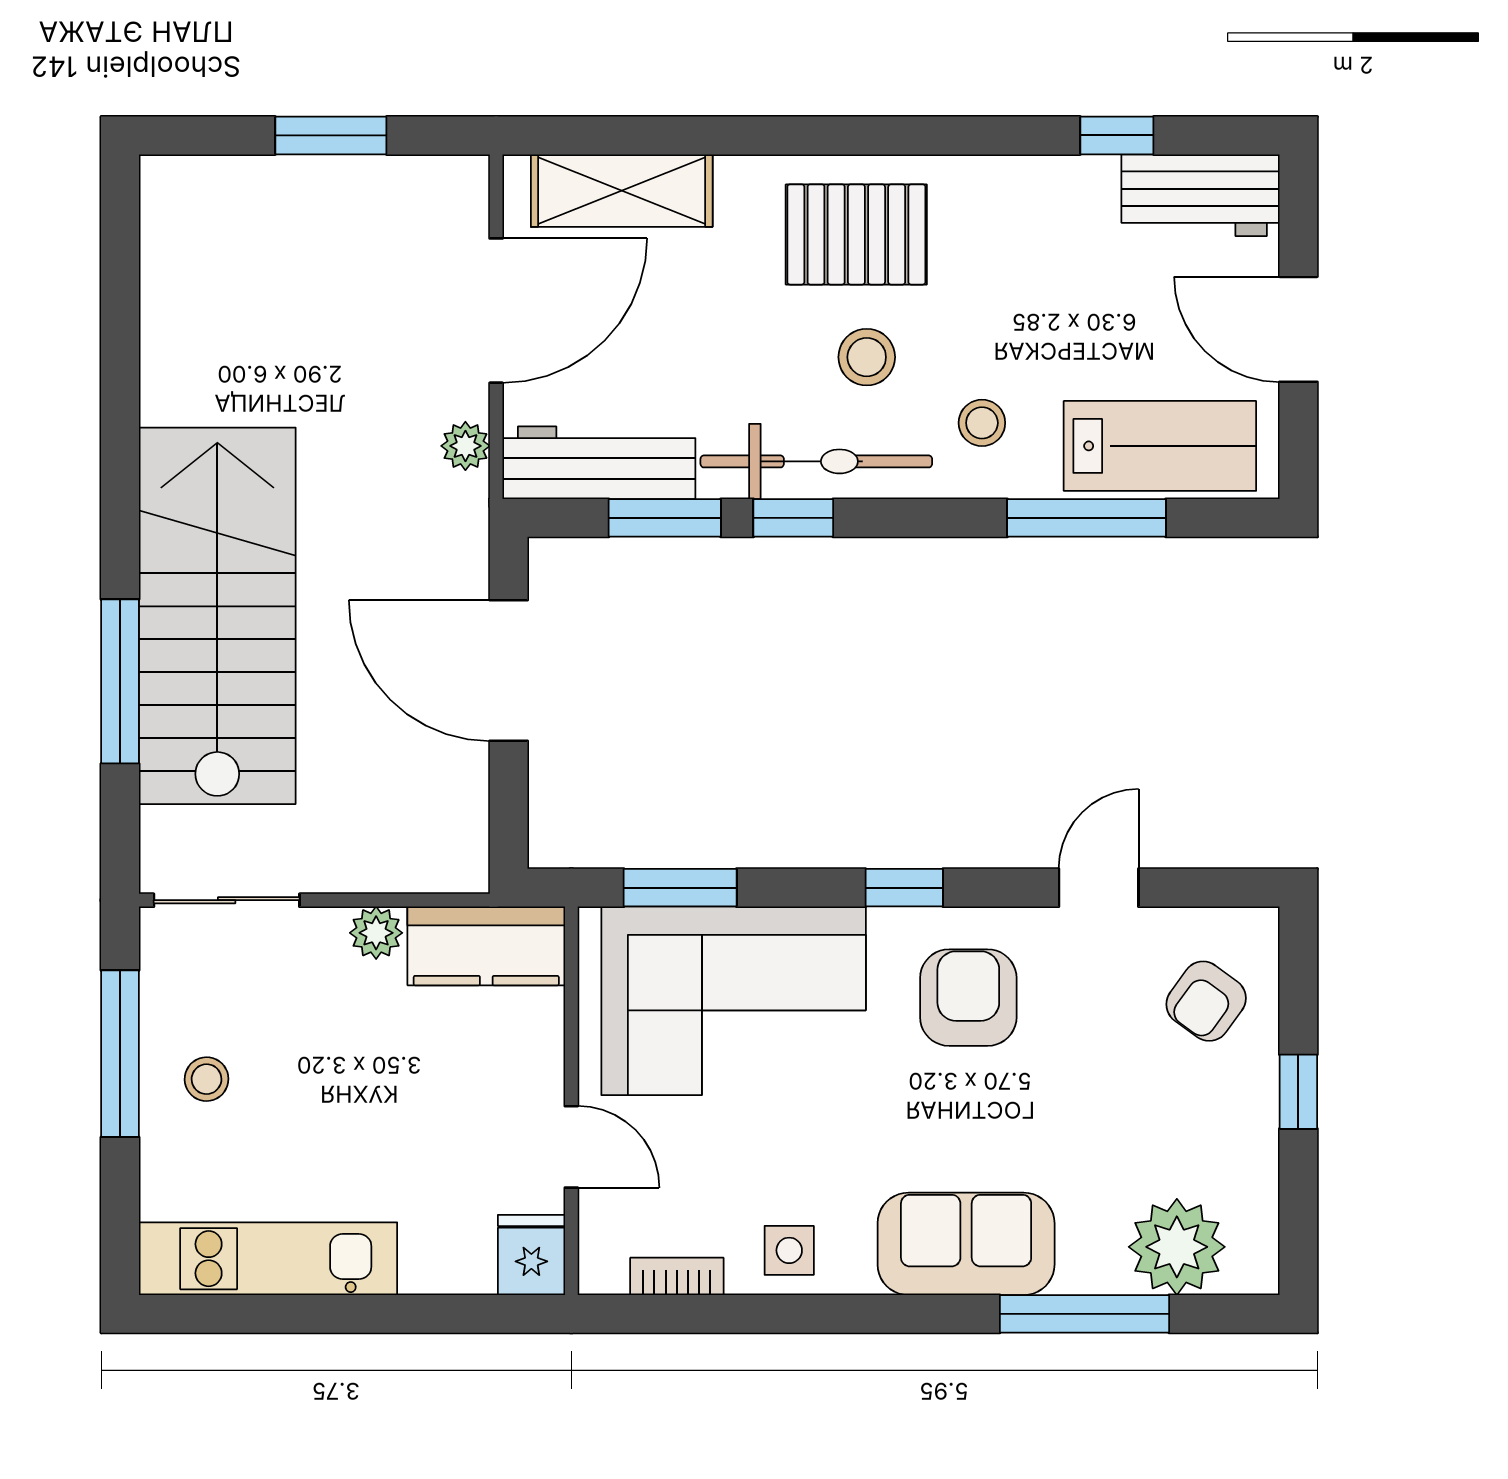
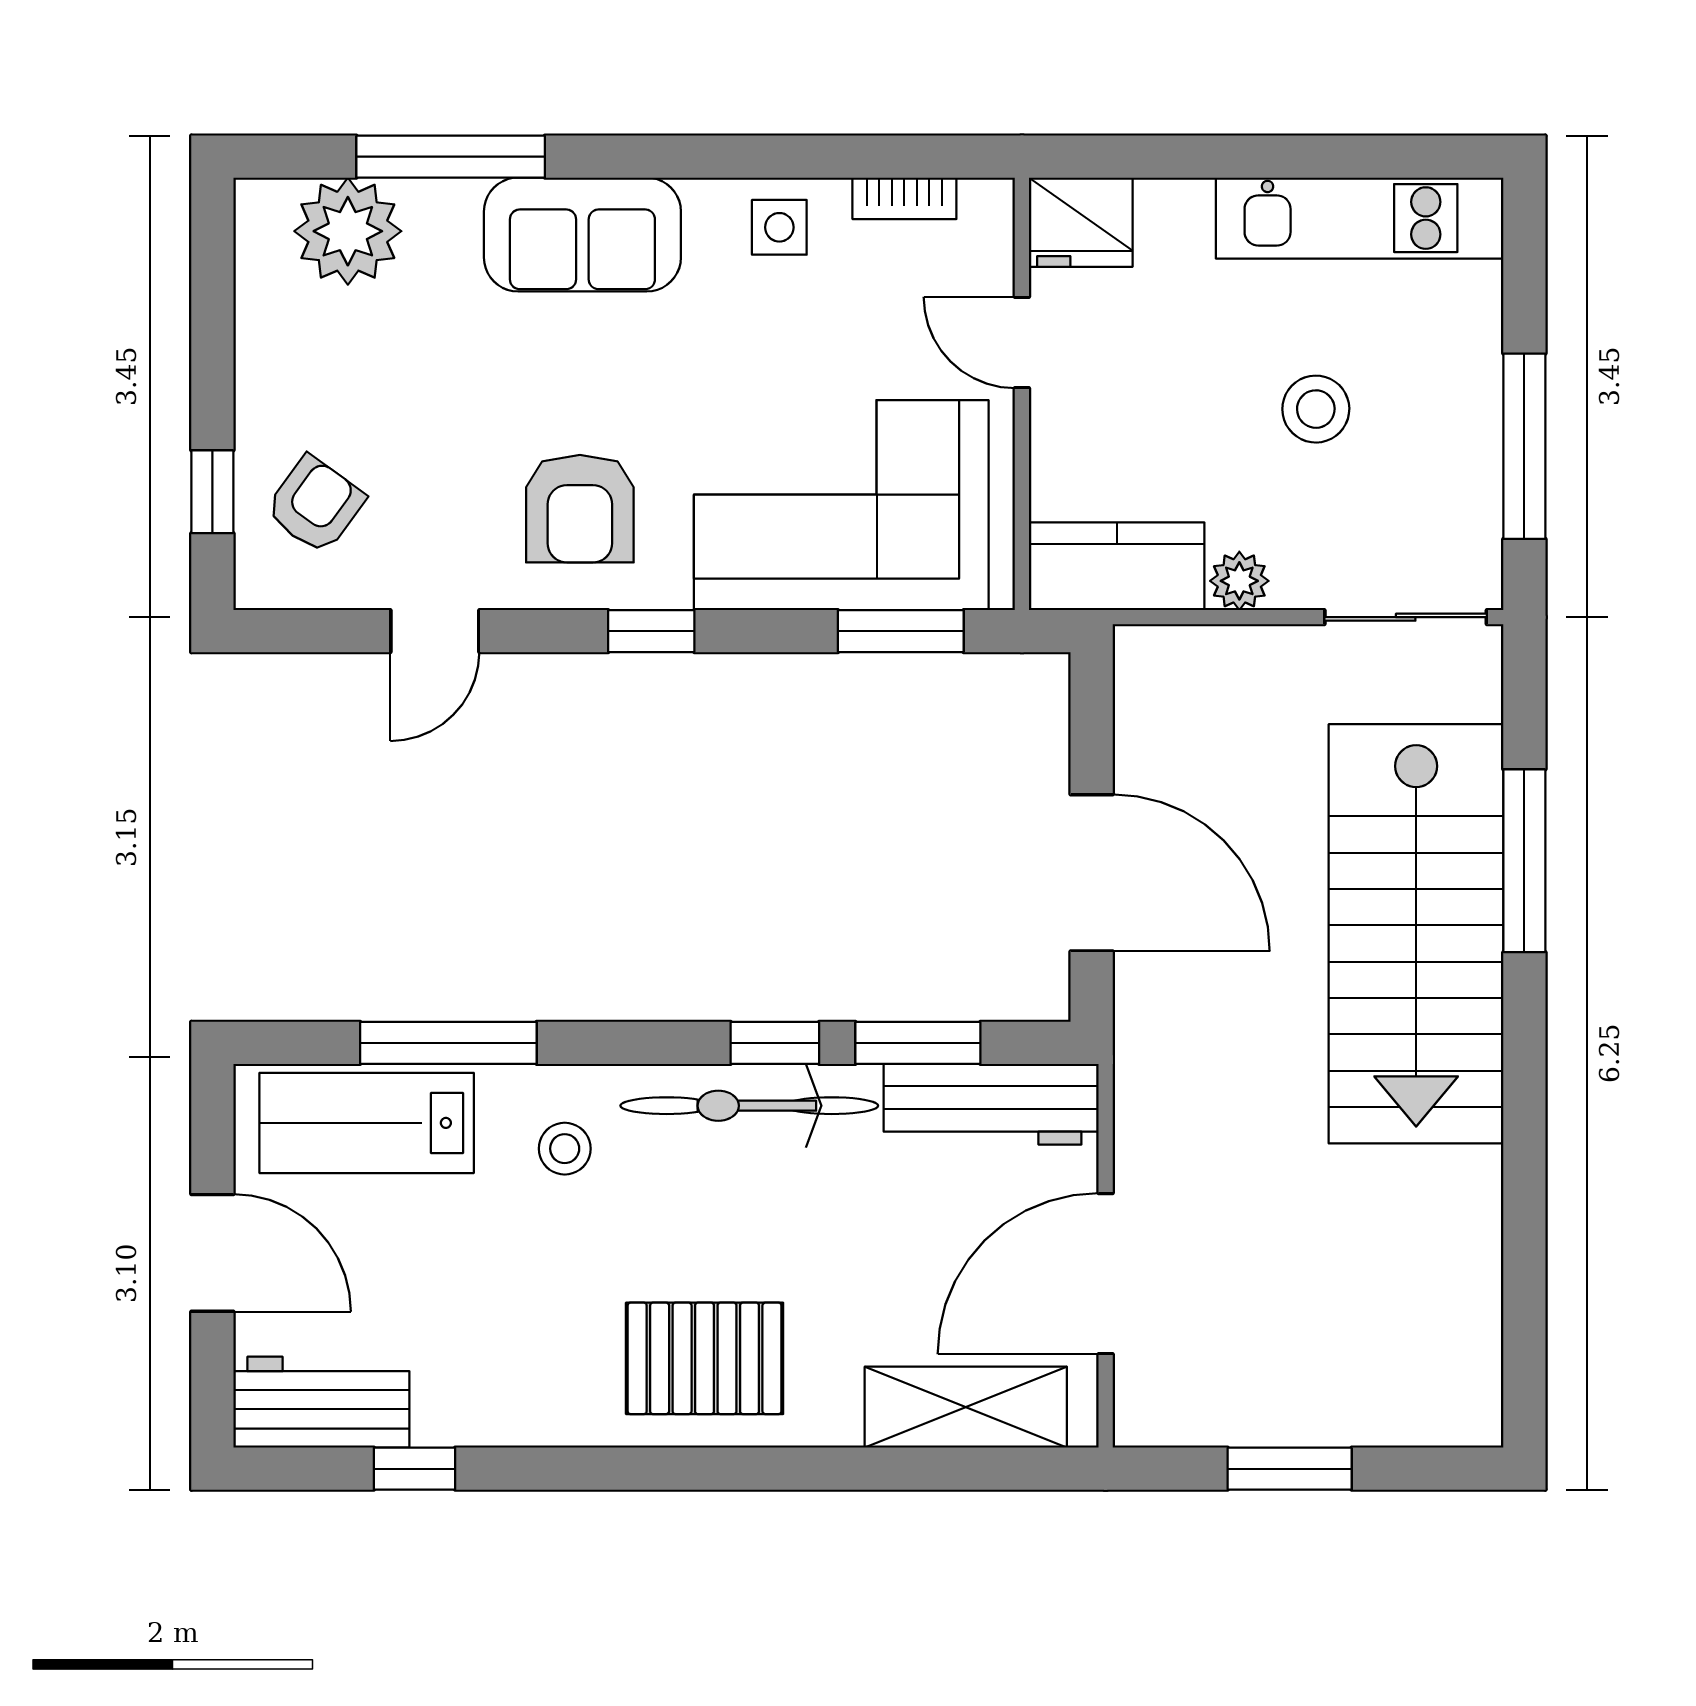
stool: (867, 357) -> (693, 1222), removed
plant: (465, 446) -> (1140, 1123), removed
stool: (207, 1079) -> (1316, 409), moved, width x1.37, depth x1.37
window: (1298, 1092) -> (212, 492), moved
fridge: (531, 1255) -> (1081, 222), width x1.38

